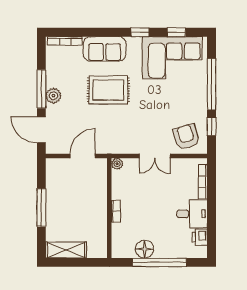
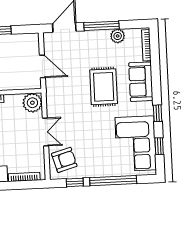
plant: (53, 96) -> (118, 36), moved
double door: (155, 156) -> (45, 132), swing flipped
plant: (117, 164) -> (32, 103), width x1.87, depth x1.87

